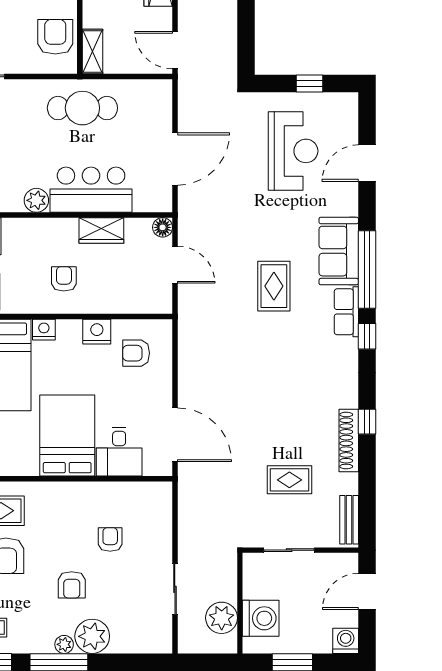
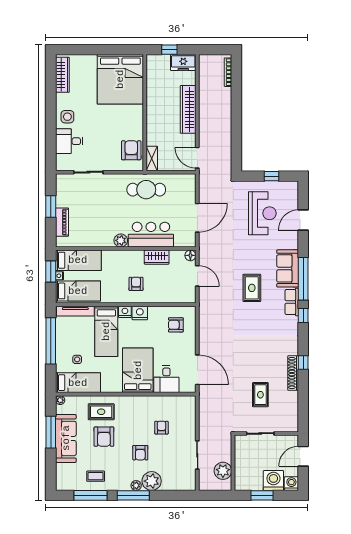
nightstand: (97, 332) -> (140, 313), moved
rug: (289, 480) -> (260, 395), turned 90
bench: (349, 520) -> (293, 417), removed
washing machine: (261, 618) -> (273, 480), moved, turned -90

